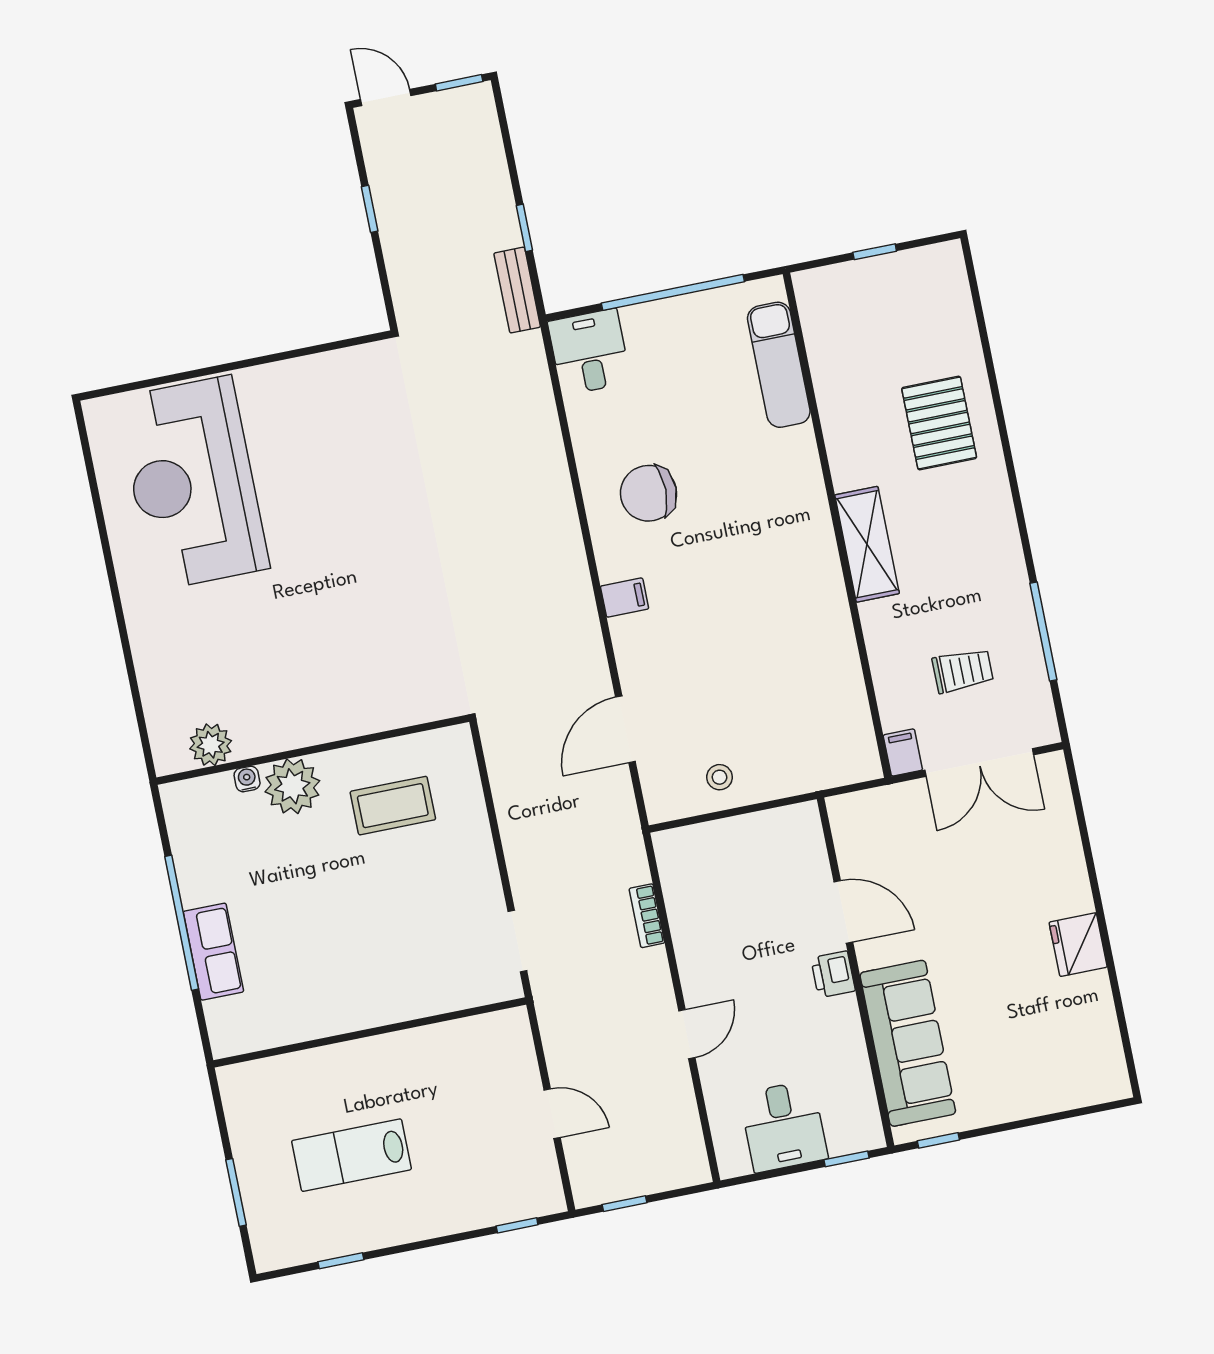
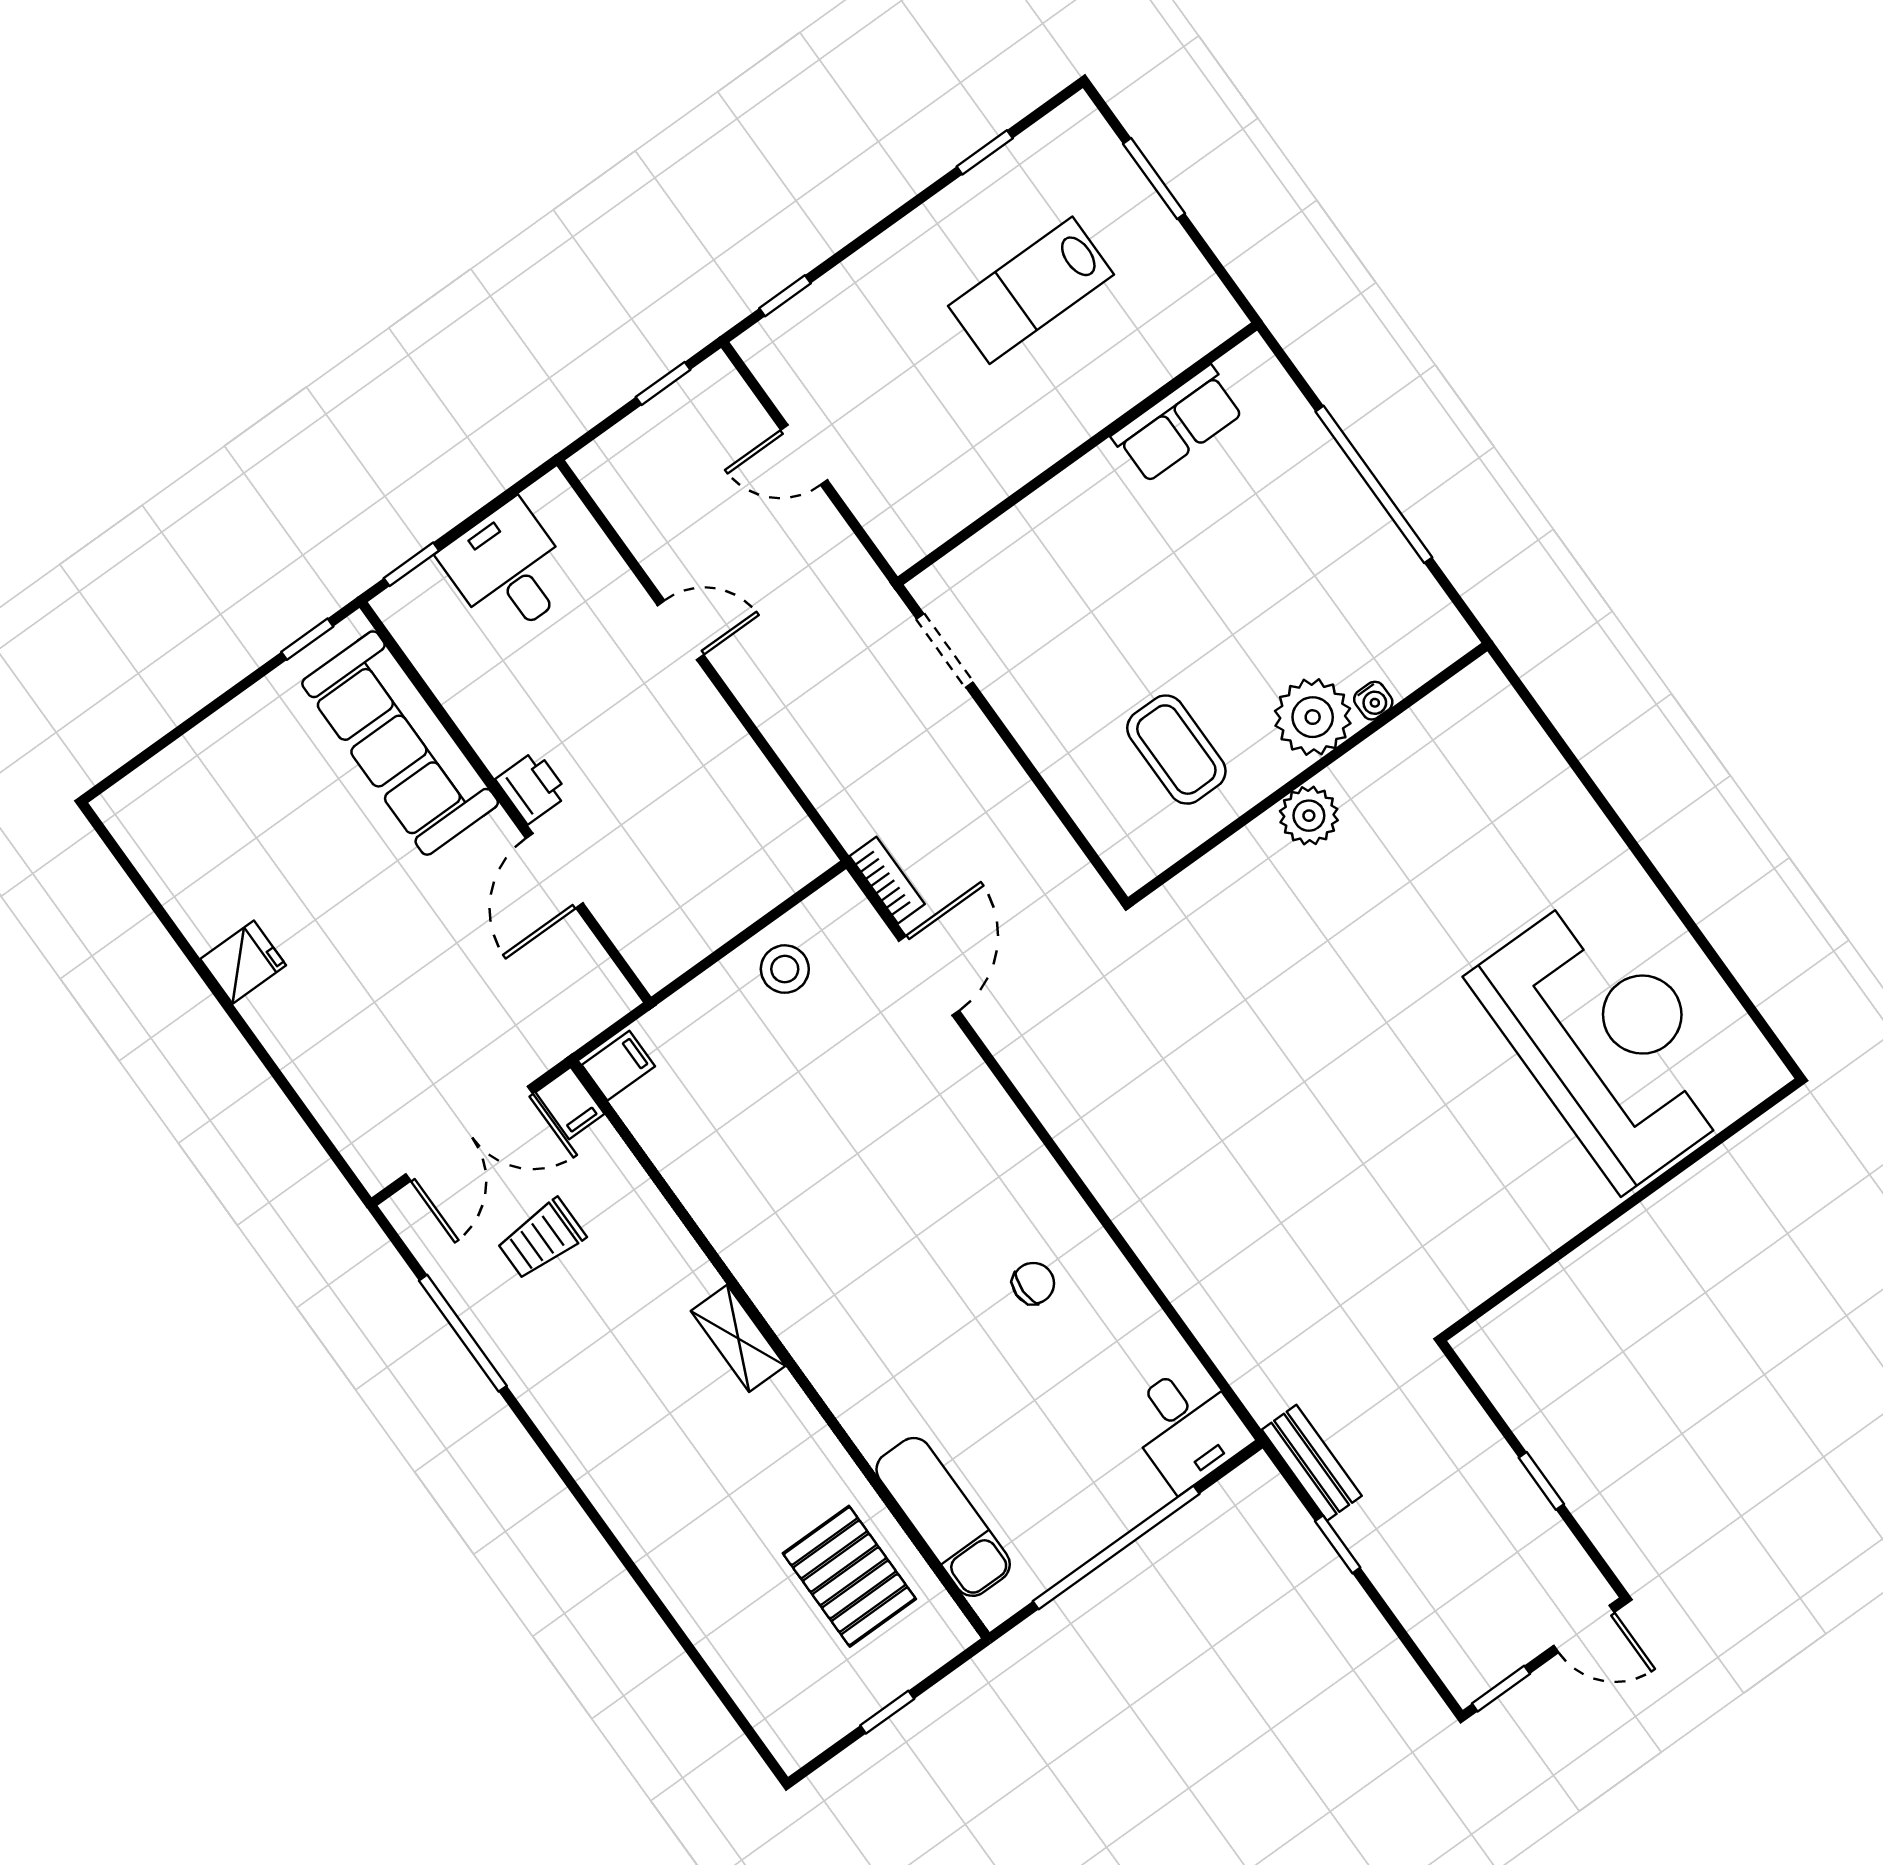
pallet: (939, 423) -> (849, 1576), moved
chair: (648, 493) -> (1033, 1283), width x0.54, depth x0.54
shelving: (867, 544) -> (738, 1338), width x0.67, depth x0.75
filing cabinet: (625, 598) -> (618, 1066), moved, turned 180
plant: (211, 745) -> (1309, 816), moved
double door: (979, 762) -> (469, 1134), swing flipped
stool: (720, 777) -> (785, 969), width x1.37, depth x1.37
coffee table: (393, 806) -> (1176, 750), turned 90
door: (843, 912) -> (554, 871), hinge flipped
bookcase: (647, 916) -> (887, 880), moved
fridge: (1078, 945) -> (243, 962), width x0.72
row of seats: (213, 952) -> (1178, 424), moved, turned -90
door: (687, 1034) -> (681, 630), swing flipped
lab bench: (352, 1155) -> (1031, 290), turned 180

